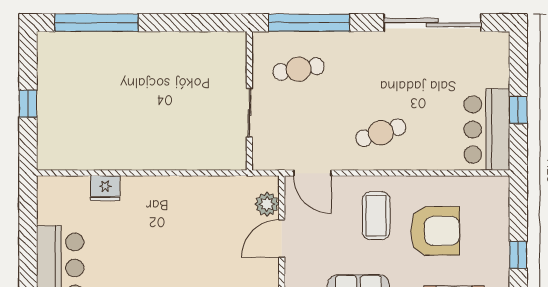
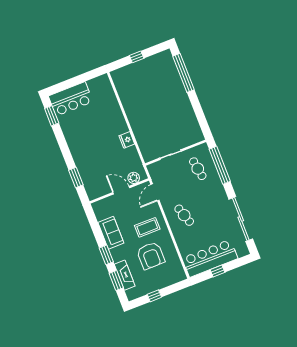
bar counter: (487, 129) -> (210, 258), width x1.36
fridge: (105, 188) -> (127, 140), moved

